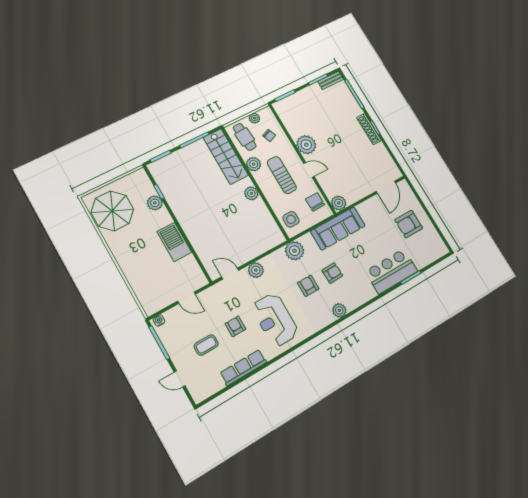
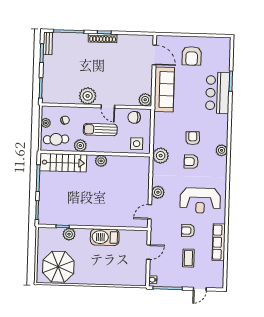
door: (309, 170) -> (108, 106), swing flipped
sofa: (338, 228) -> (164, 90), moved

